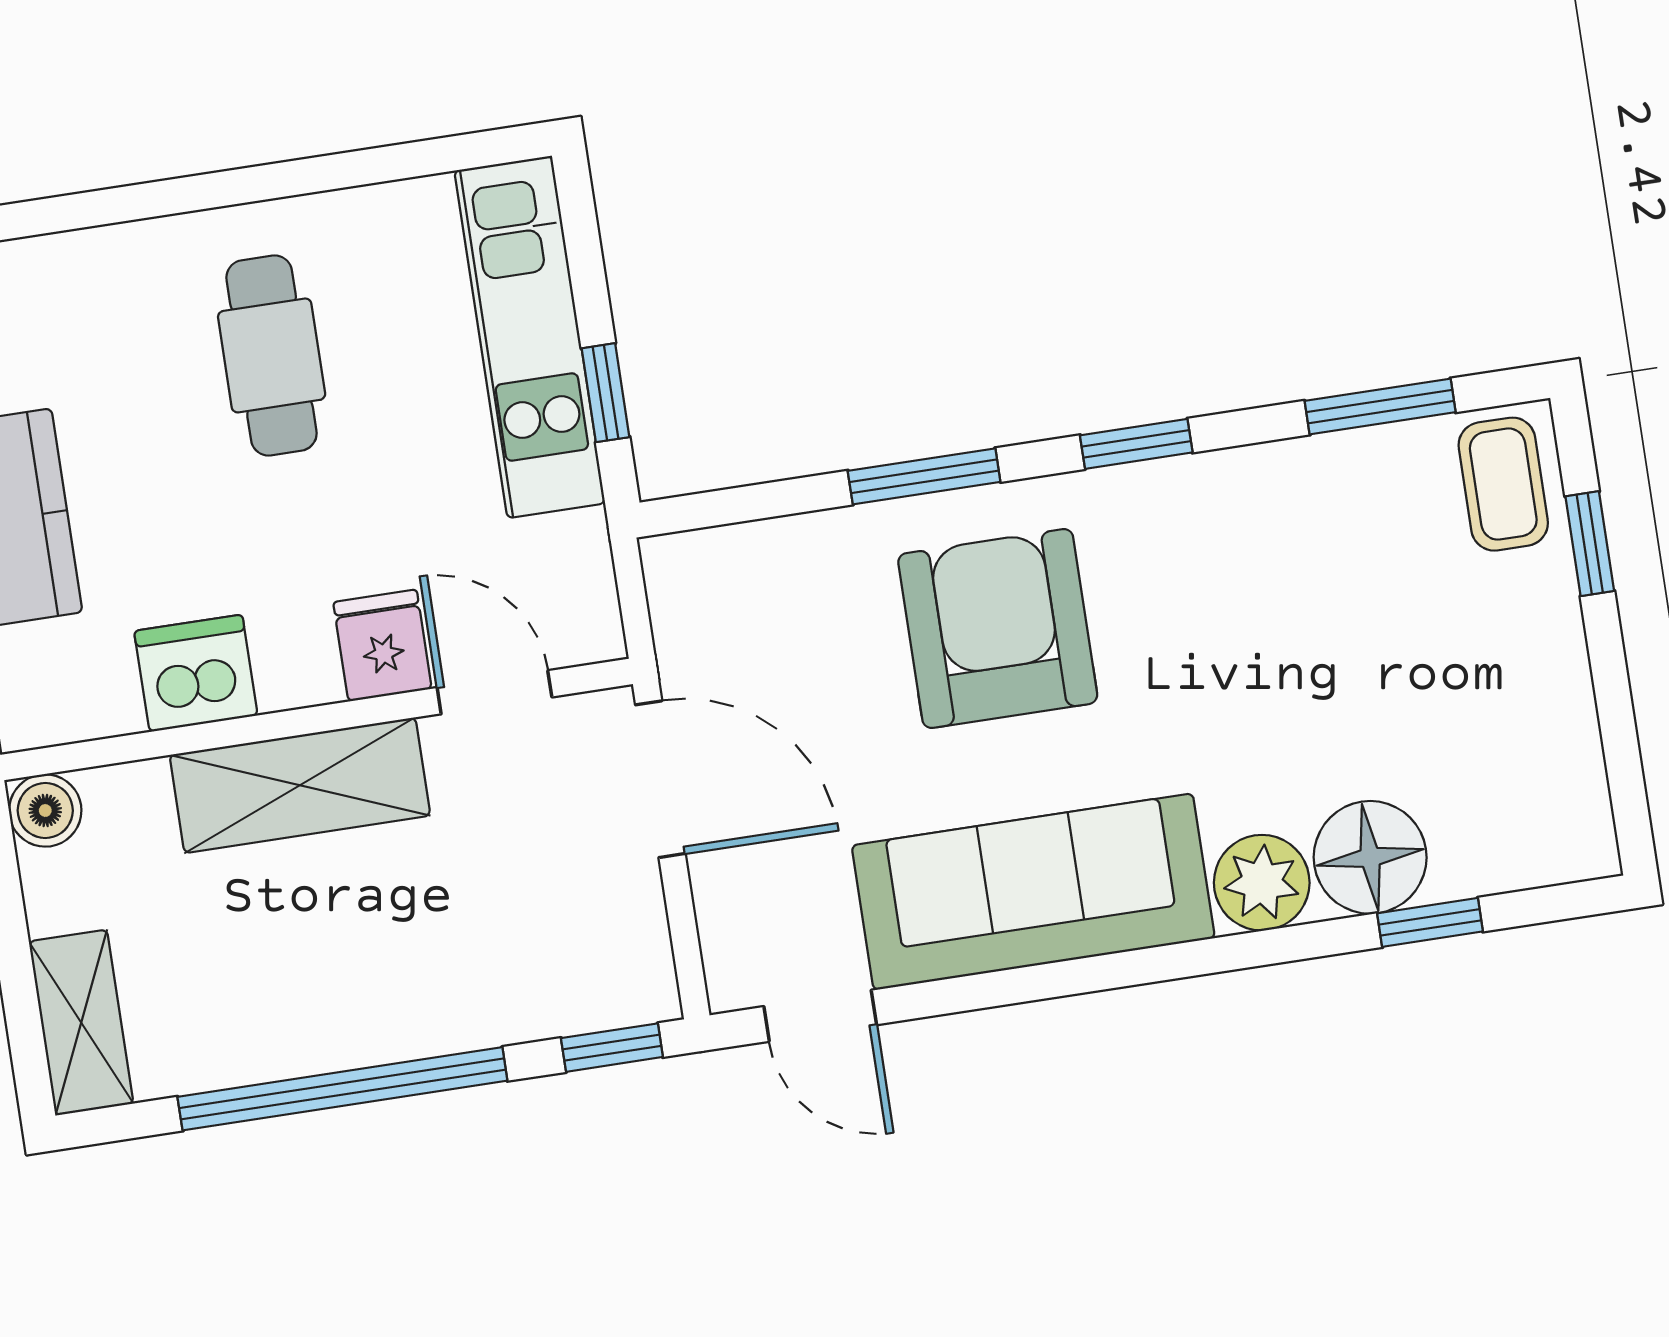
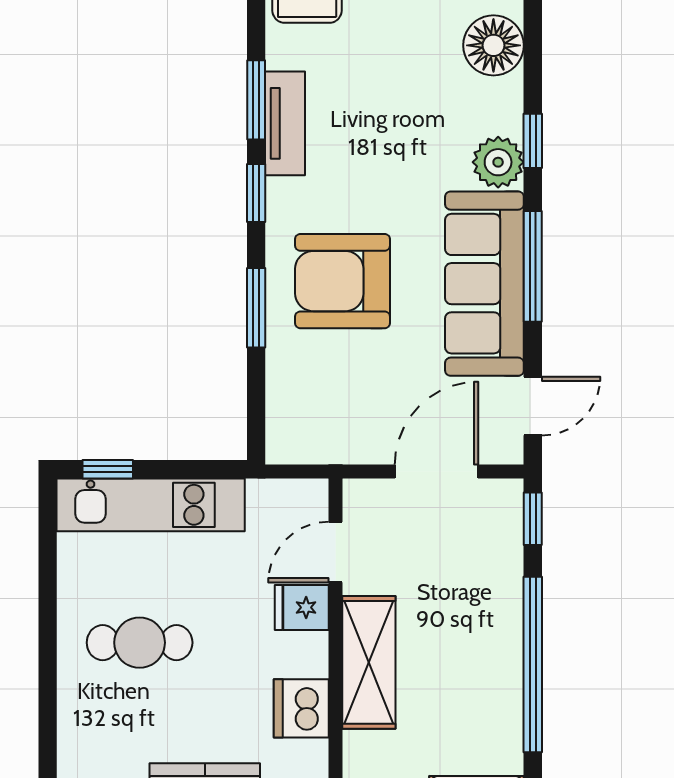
window: (605, 393) -> (108, 469), moved
window: (1380, 407) -> (256, 100), moved
tv unit: (1273, 478) -> (285, 123), added
door: (660, 779) -> (437, 472), moved
floor lamp: (1370, 857) -> (493, 45), moved
window: (1430, 922) -> (533, 141), moved
window: (1079, 976) -> (533, 266), added

